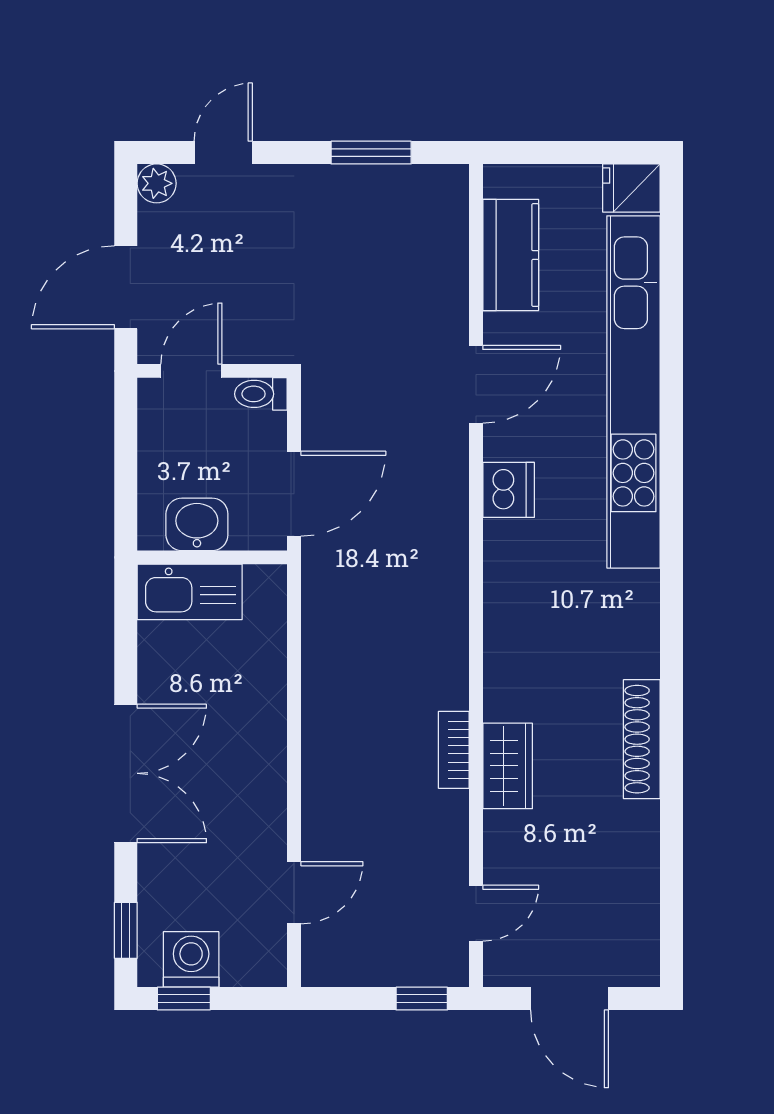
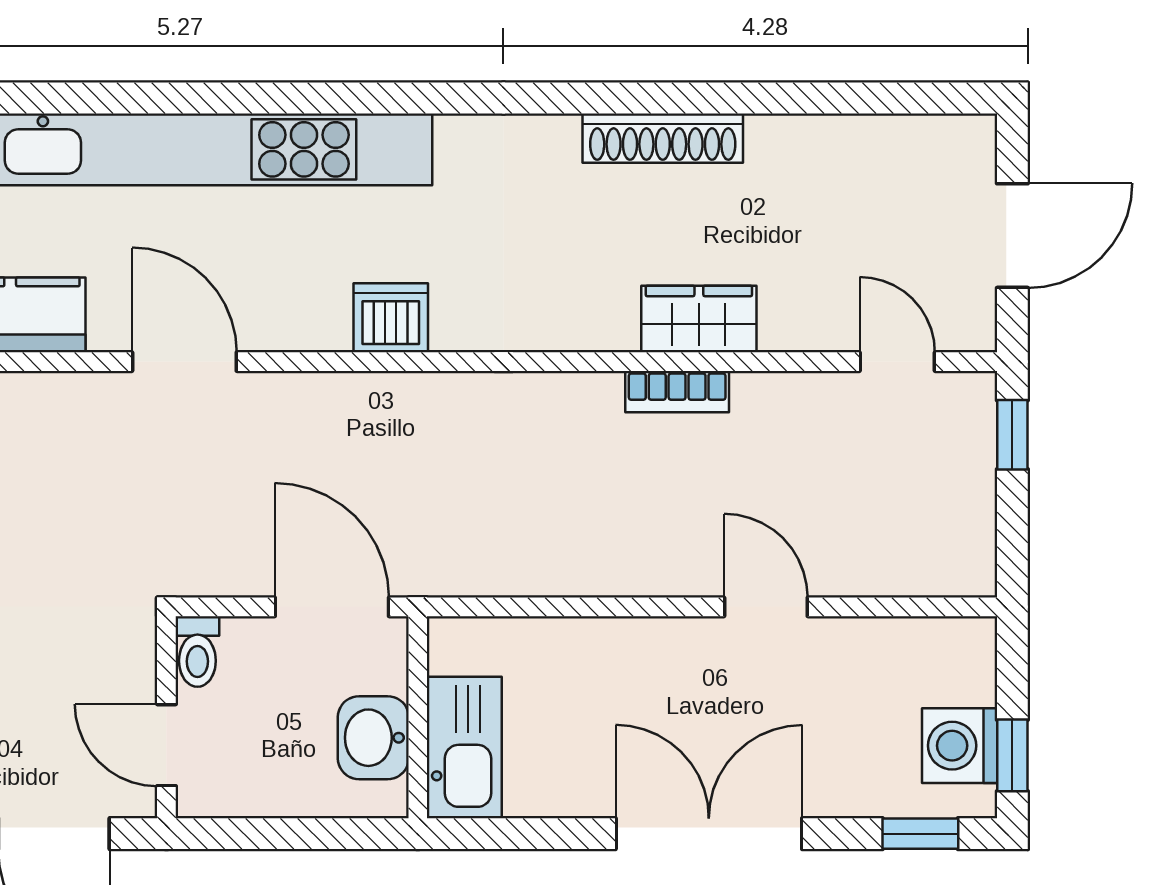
dishwasher: (509, 490) -> (391, 318), moved
door: (294, 893) -> (766, 607), moved

